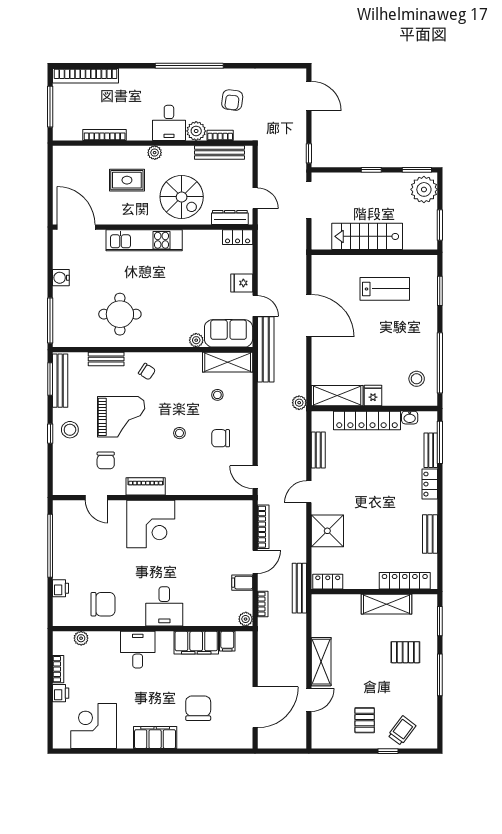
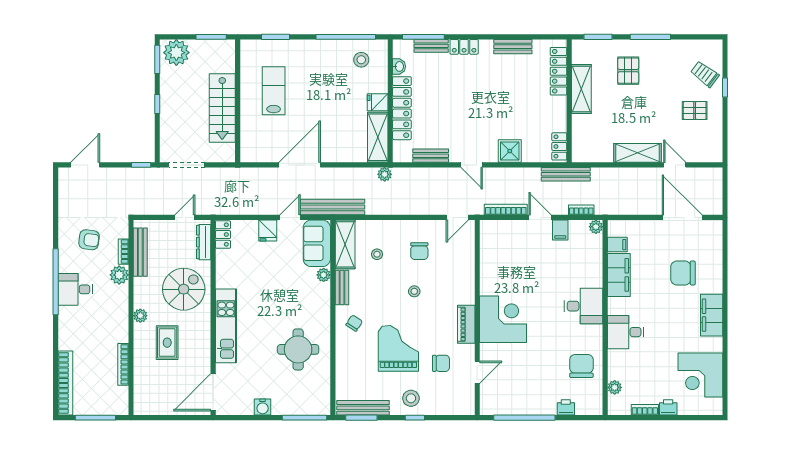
desk: (169, 123) -> (75, 289), moved, turned 180
bench: (106, 359) -> (342, 287), moved
shower: (327, 531) -> (510, 151), width x0.73, depth x0.73

